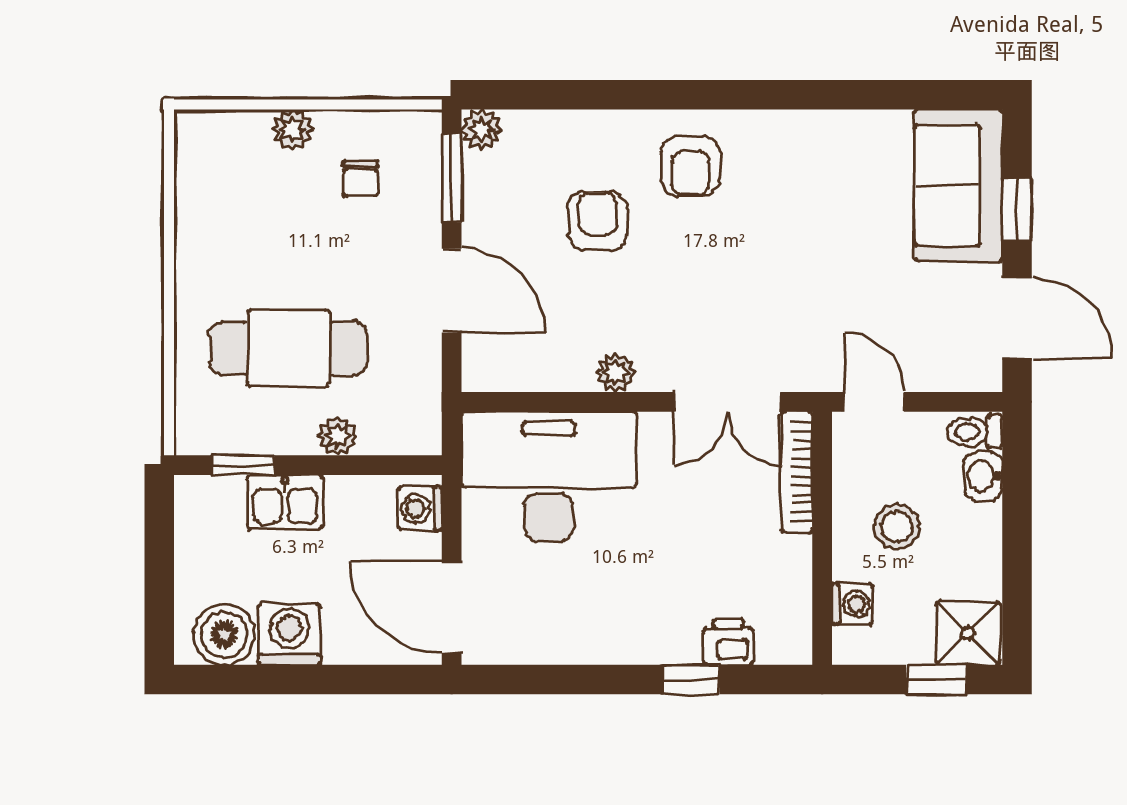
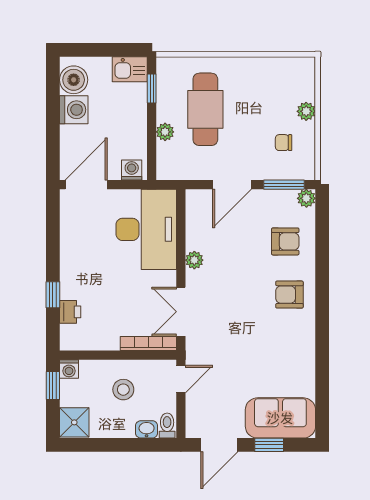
armchair: (597, 221) -> (285, 241), moved
kitchen sink: (285, 502) -> (130, 69), moved, turned -90
washing machine: (852, 604) -> (69, 369), moved
window: (936, 680) -> (53, 386), moved

